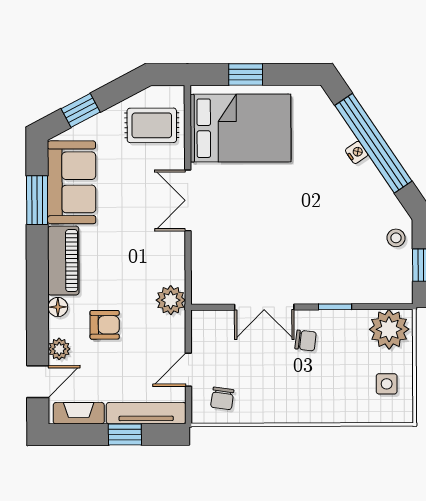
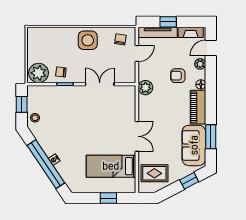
bed: (240, 128) -> (111, 166), width x0.67
chair: (306, 340) -> (61, 72), moved
side table: (387, 384) -> (88, 40), moved, width x1.87, depth x1.87

